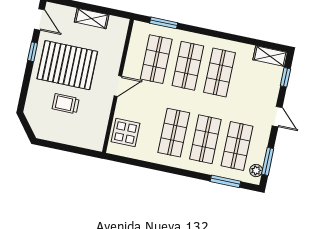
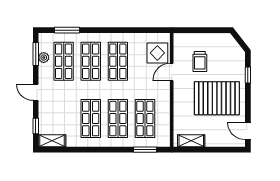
shelving: (92, 18) -> (191, 141), moved
window: (33, 52) -> (248, 75), moved
door: (118, 86) -> (172, 72), moved
trolley: (66, 104) -> (200, 61), moved, turned 90
plant: (256, 171) -> (44, 58), moved

